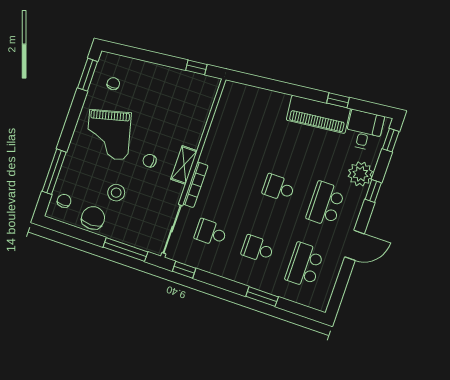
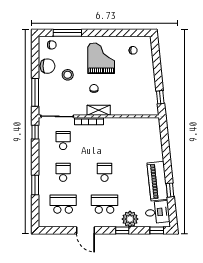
window: (88, 75) -> (133, 33), removed
grand piano: (109, 135) -> (101, 58), turned 104

